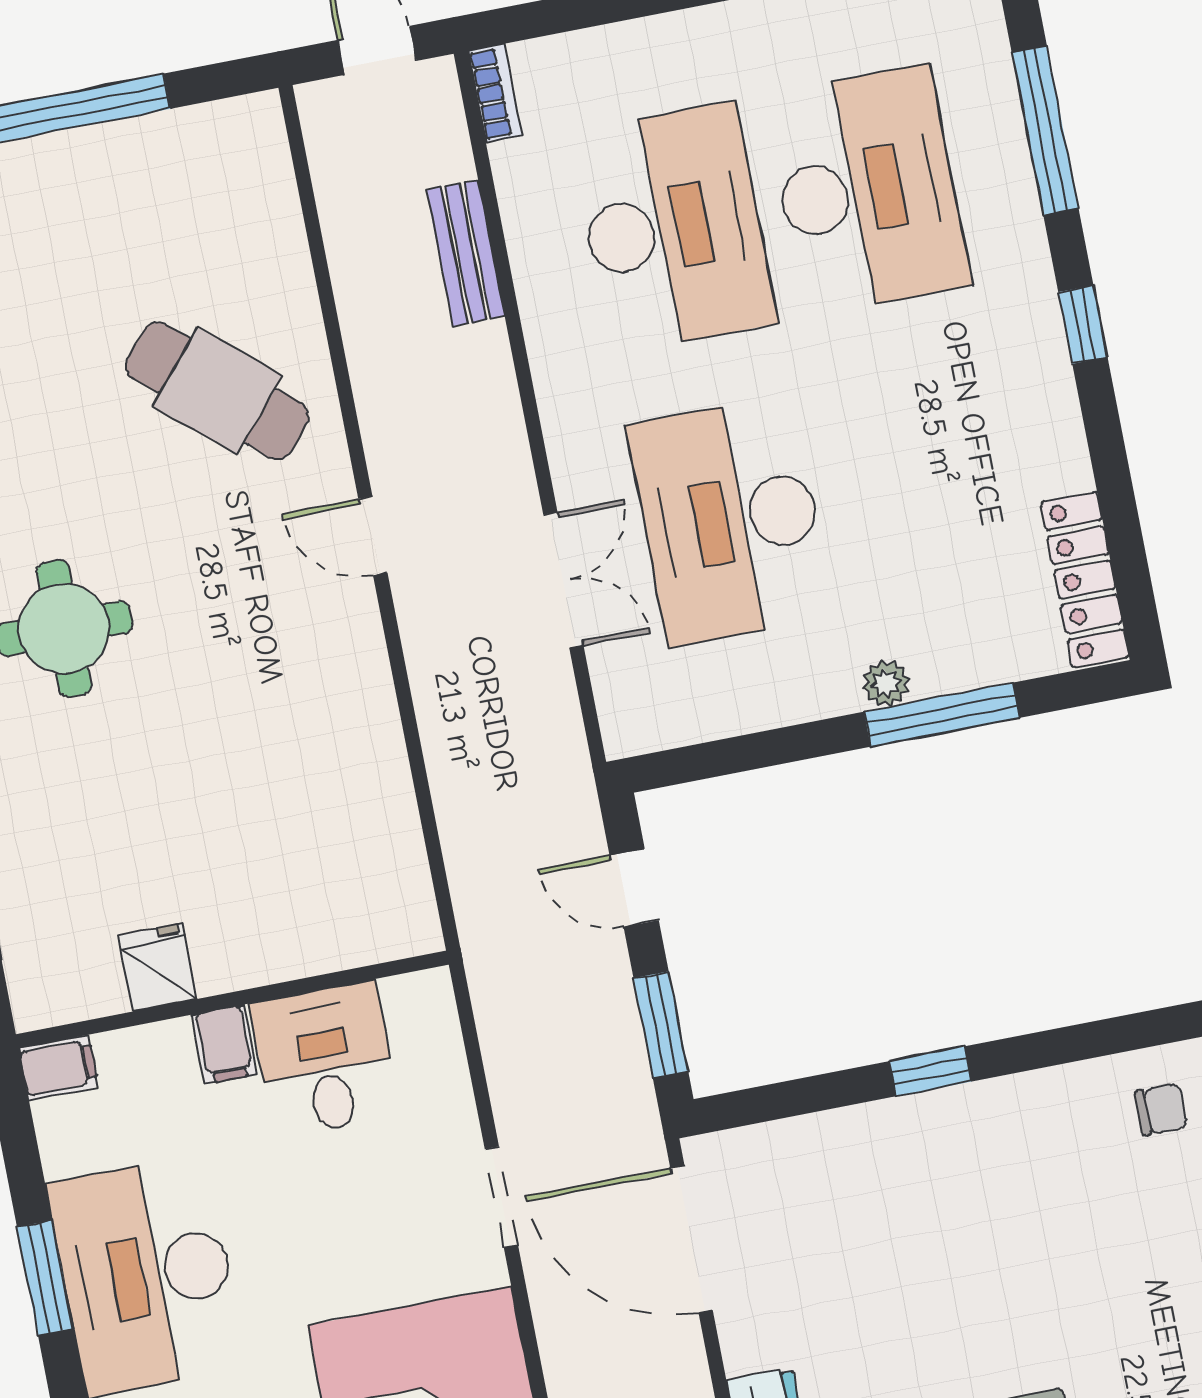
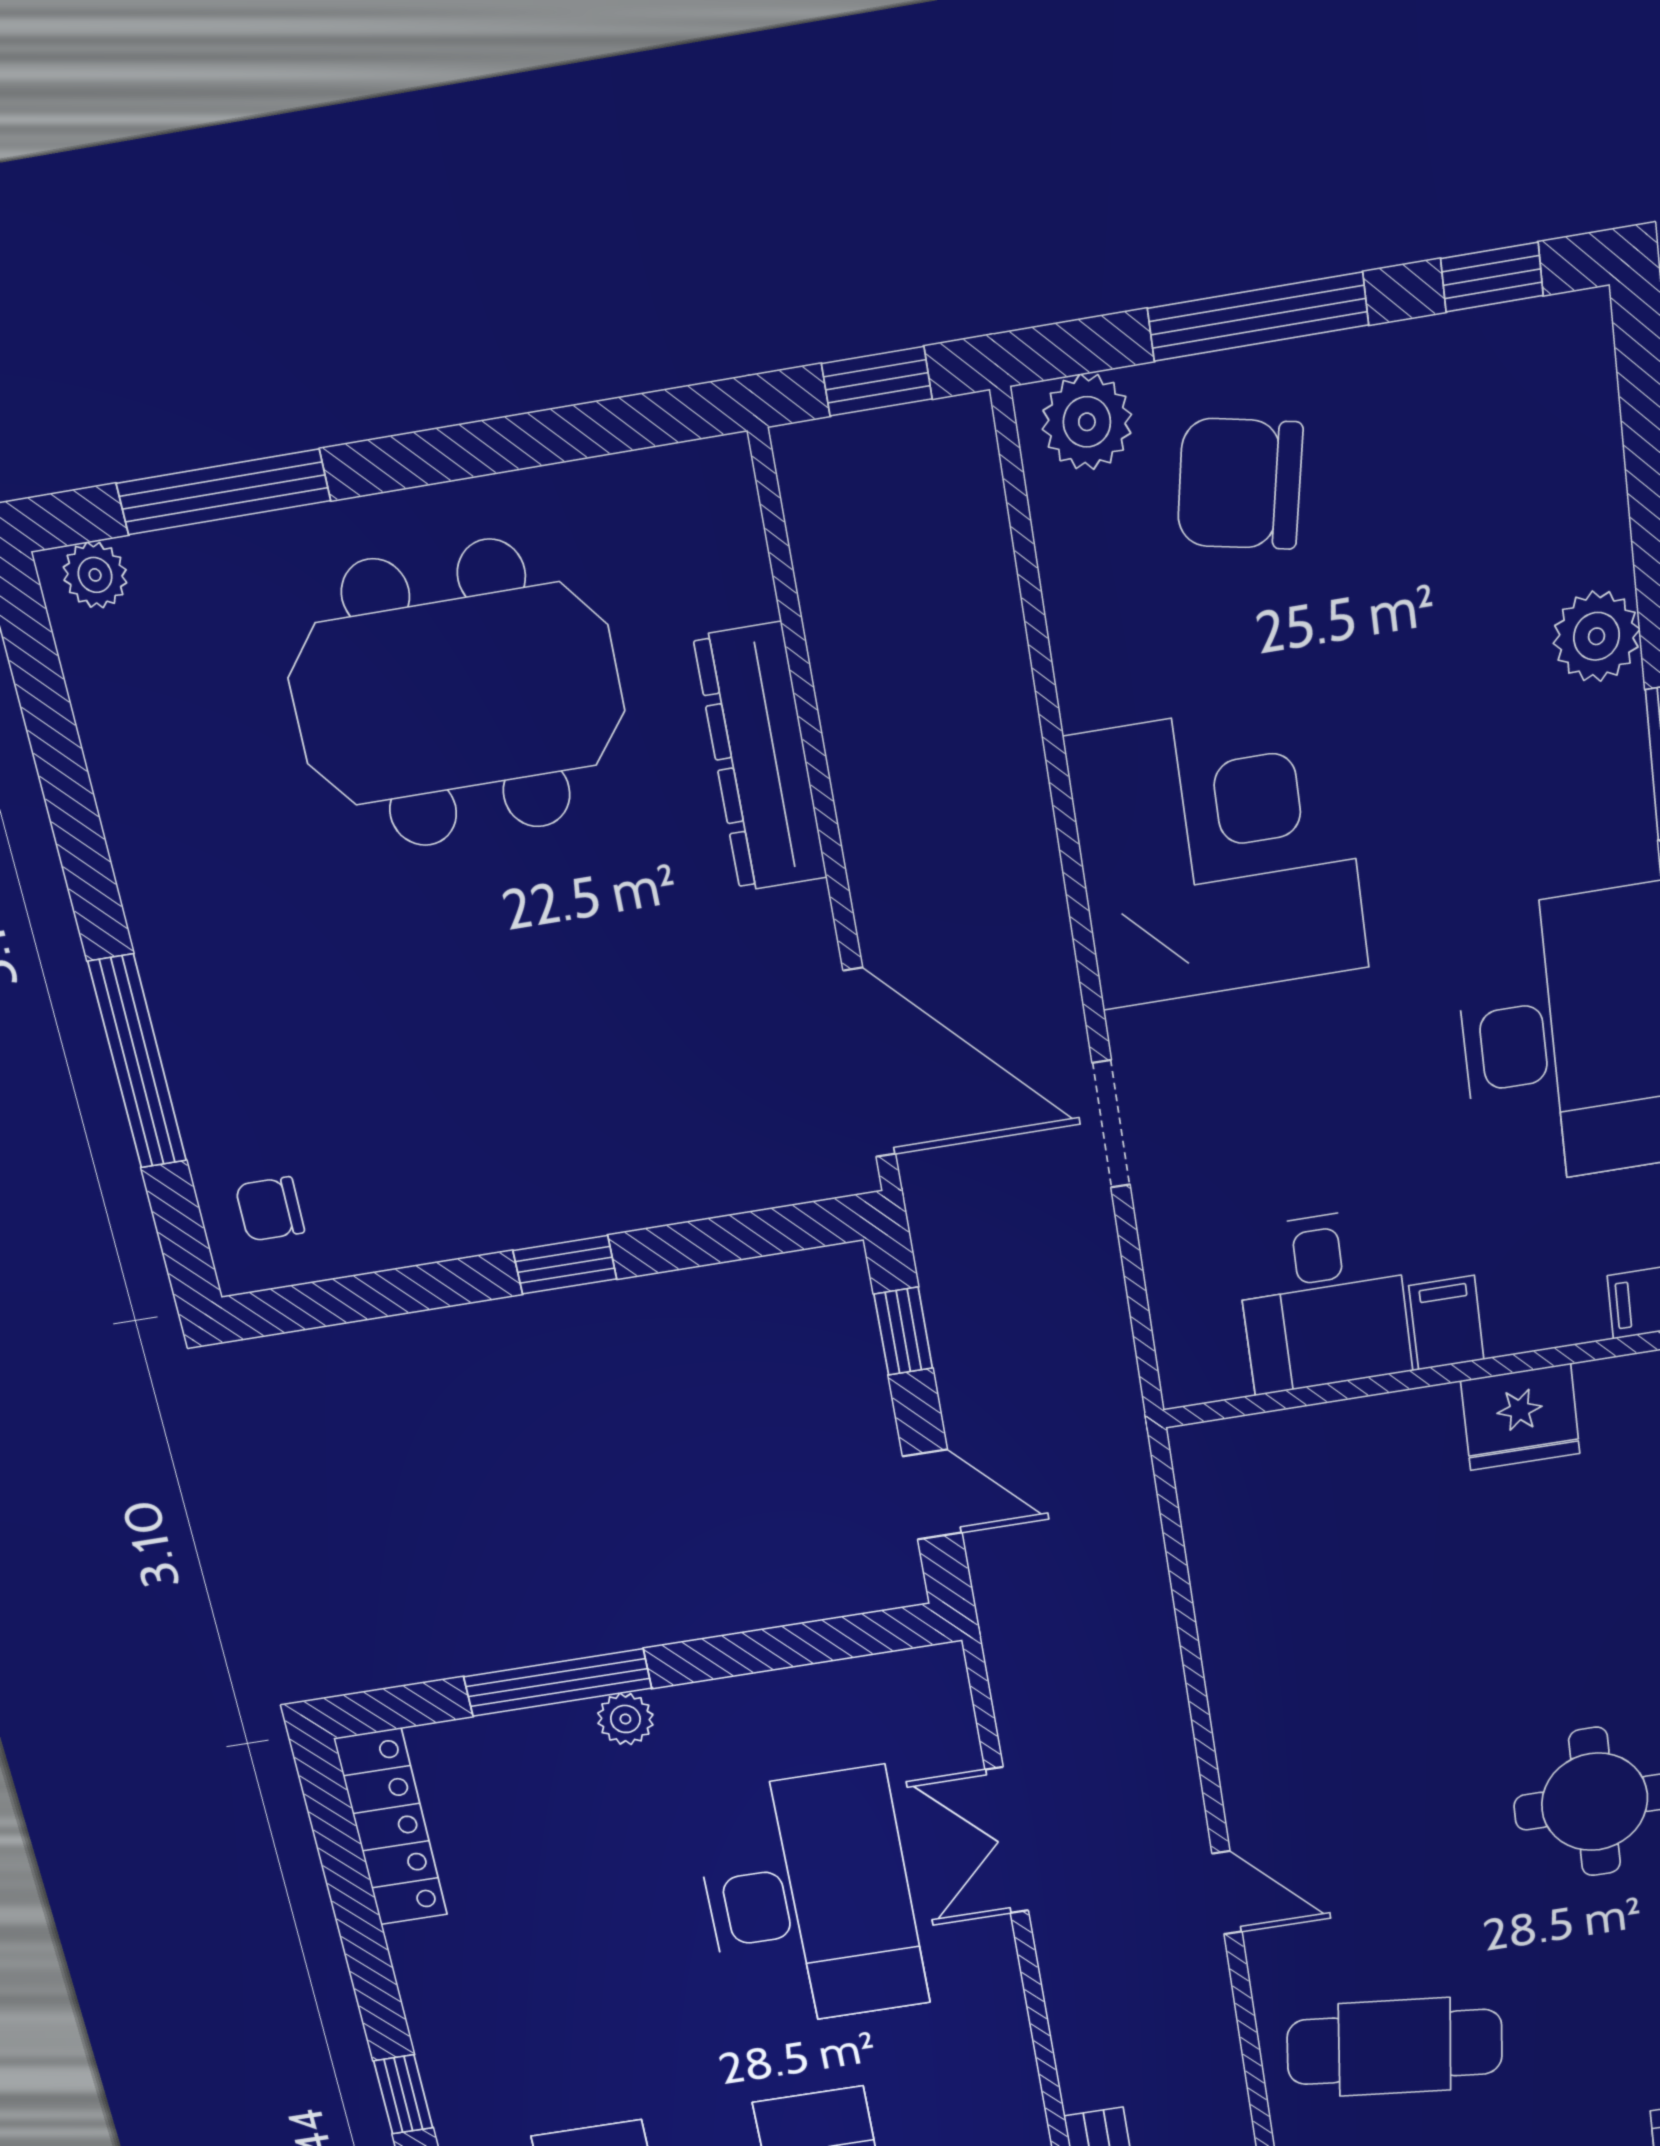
cafe table: (217, 391) -> (1395, 2047), turned -35
fridge: (158, 967) -> (1520, 1417), width x1.38
window: (661, 1025) -> (903, 1331), width x0.67

